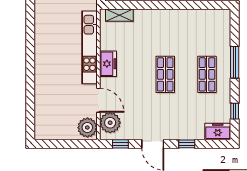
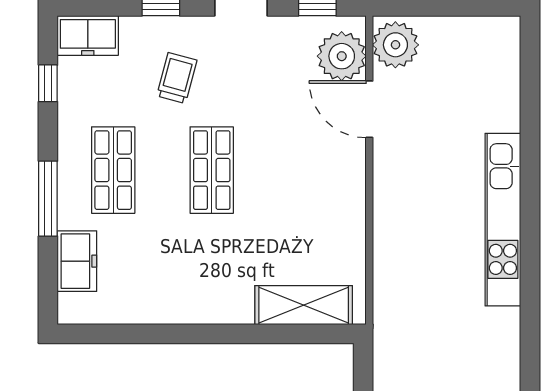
shelving: (119, 15) -> (304, 305), width x1.50, depth x1.33
kitchen unit: (90, 47) -> (503, 220), moved, turned 180
freezer: (108, 64) -> (77, 261), moved, turned 180
trolley: (180, 113) -> (177, 78), added

